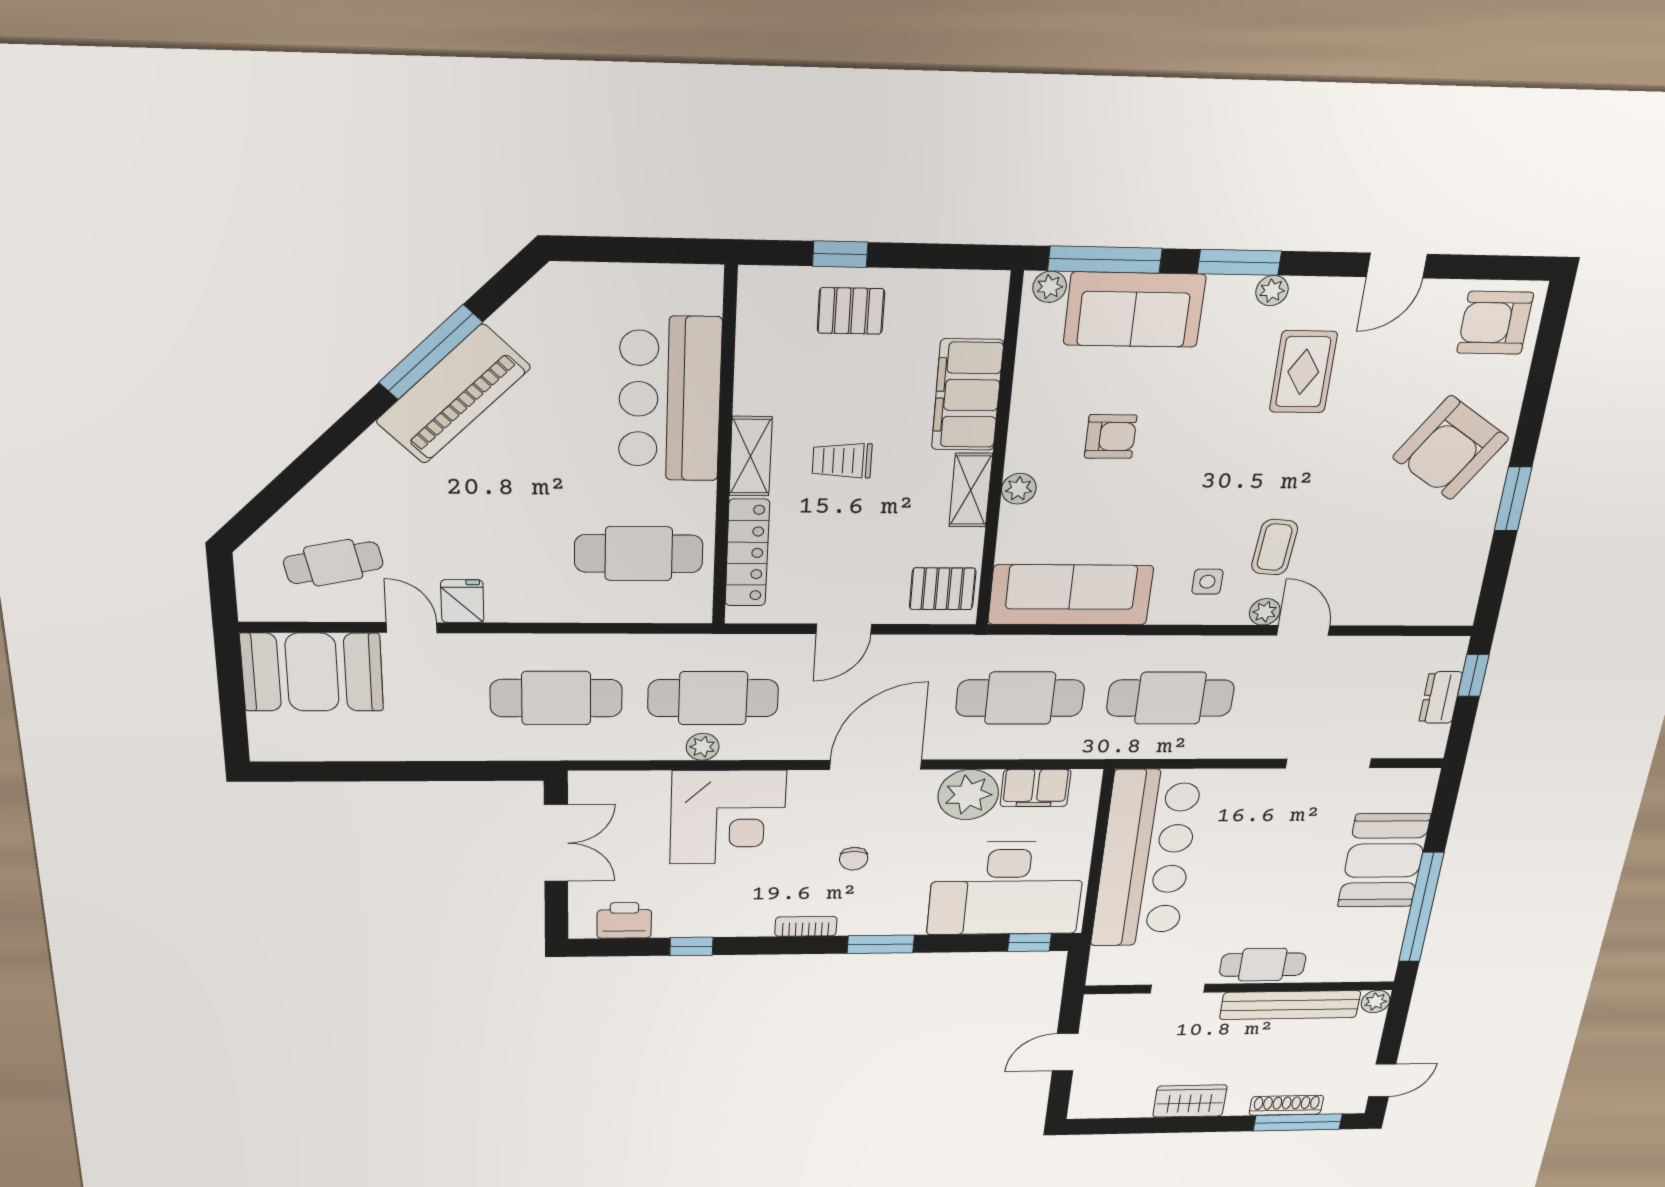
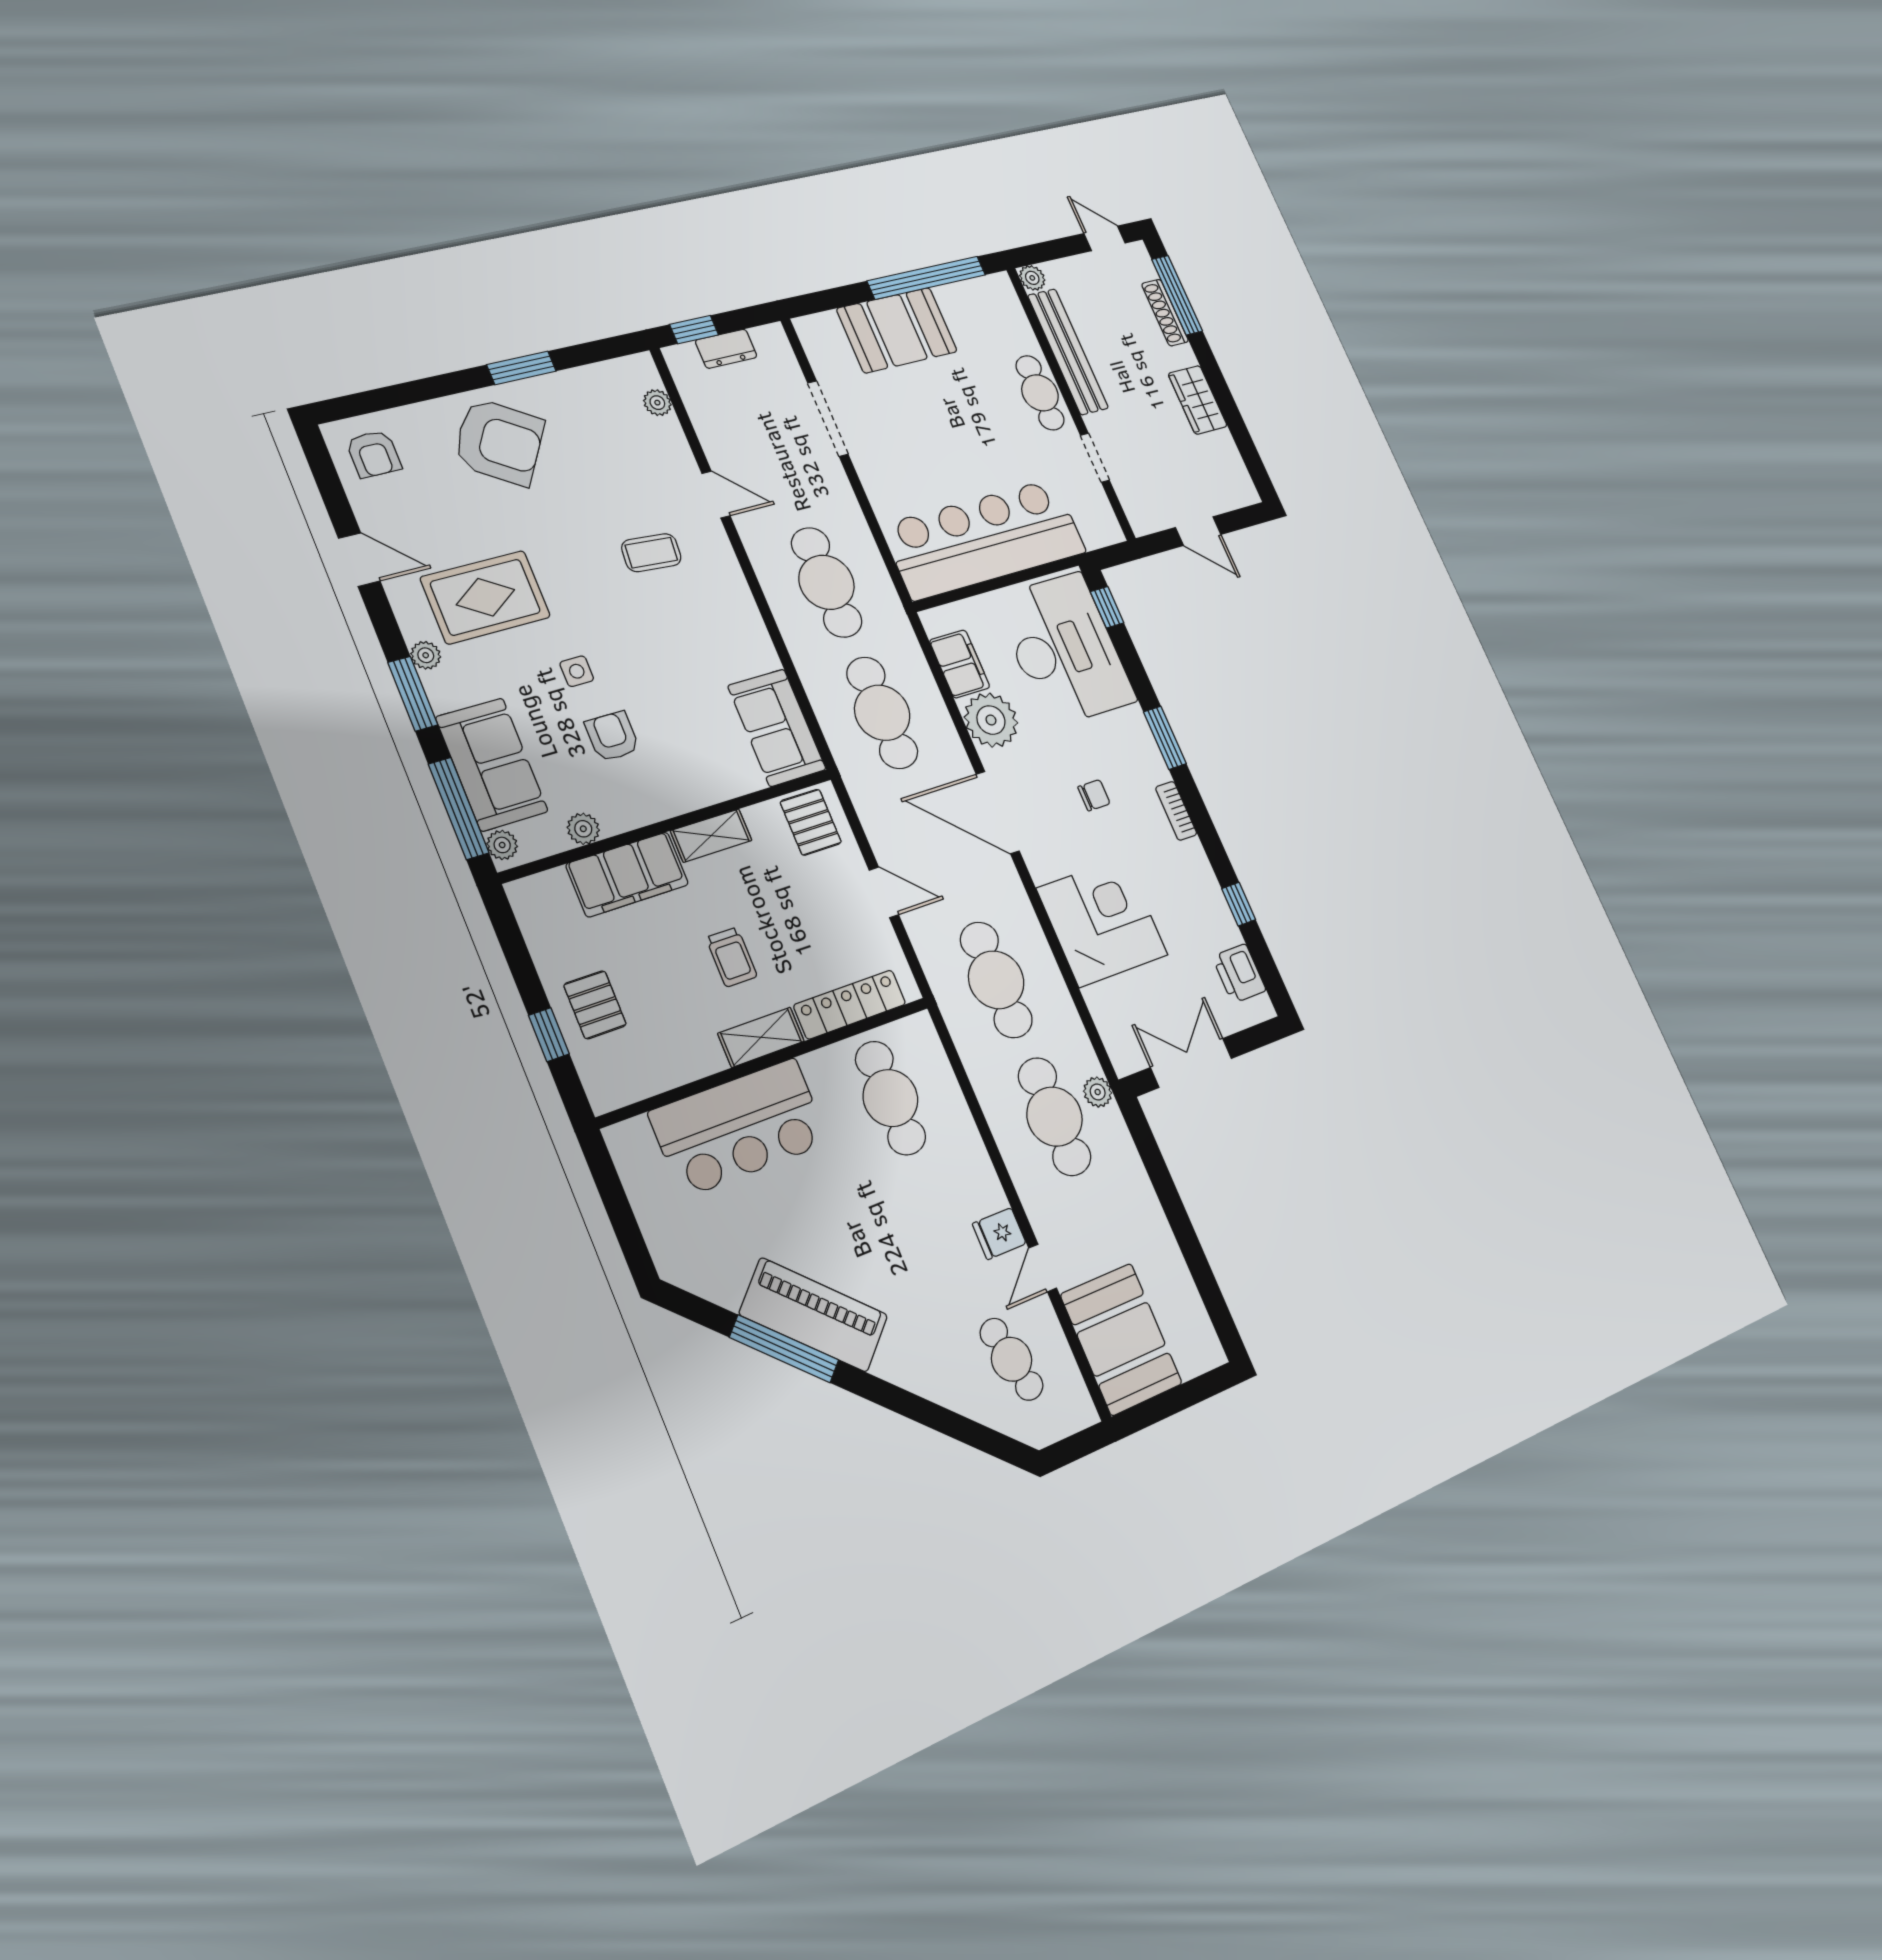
armchair: (1495, 323) -> (374, 454), width x0.72, depth x0.72
rug: (1303, 372) -> (485, 597), width x1.36, depth x1.43
plant: (1019, 489) -> (583, 829), moved
side table: (1207, 582) -> (577, 671), moved
sofa: (1071, 595) -> (777, 728), width x0.73
plant: (1265, 612) -> (657, 403), moved
door: (1303, 630) -> (716, 495), swing flipped
plant: (703, 747) -> (1098, 1092), moved

